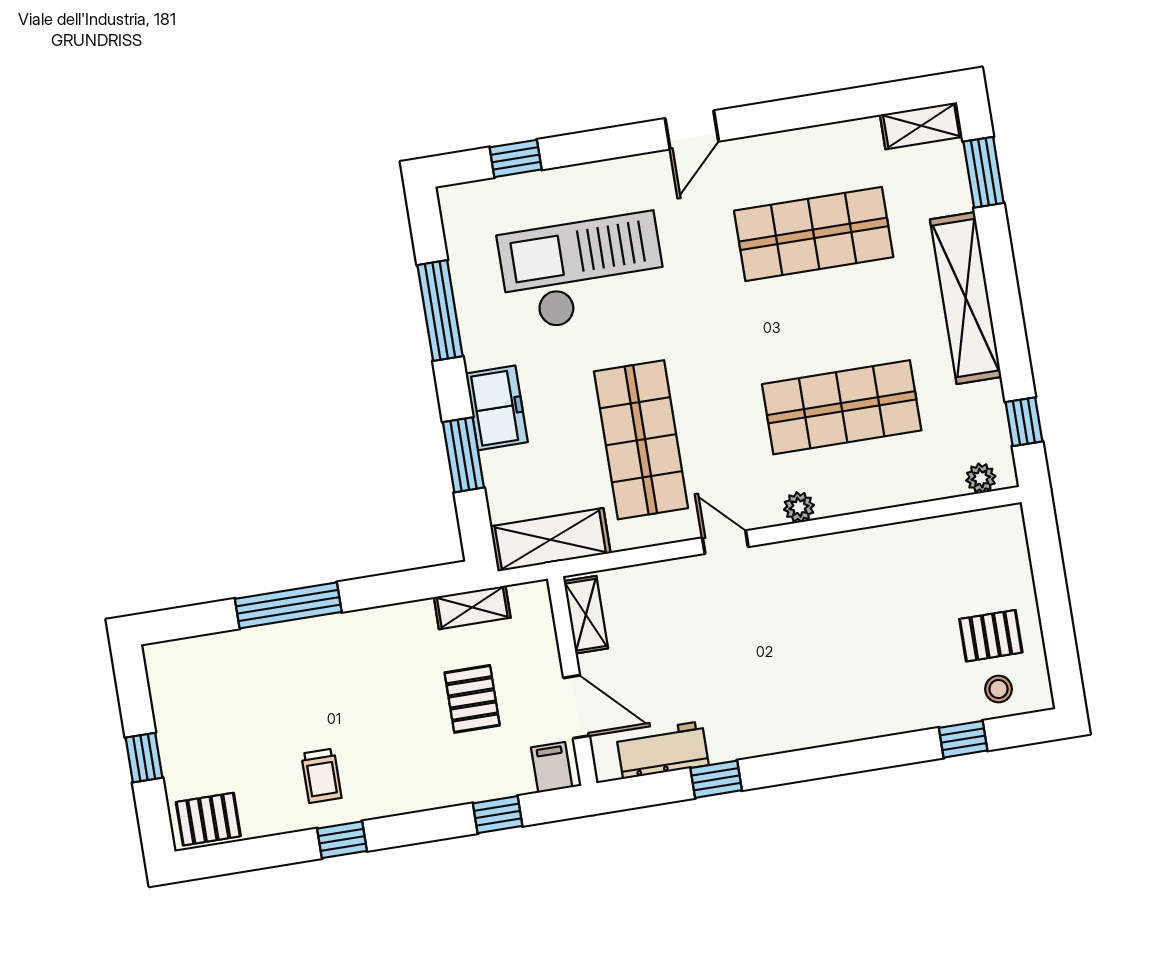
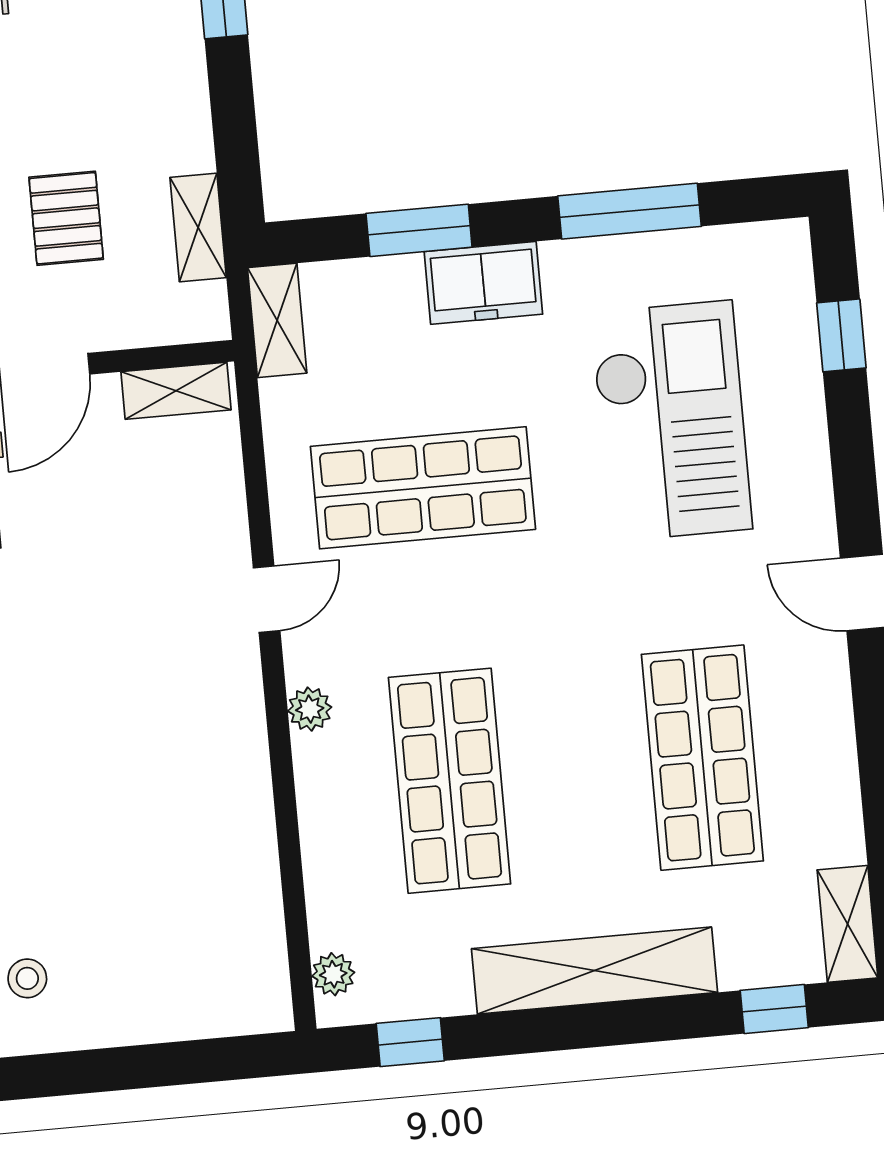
window: (984, 172) -> (774, 1009), width x0.67
shelving: (550, 540) -> (277, 320), width x0.67, depth x0.75
pallet: (991, 636) -> (105, 973), removed
pallet: (472, 699) -> (66, 218), turned 90

